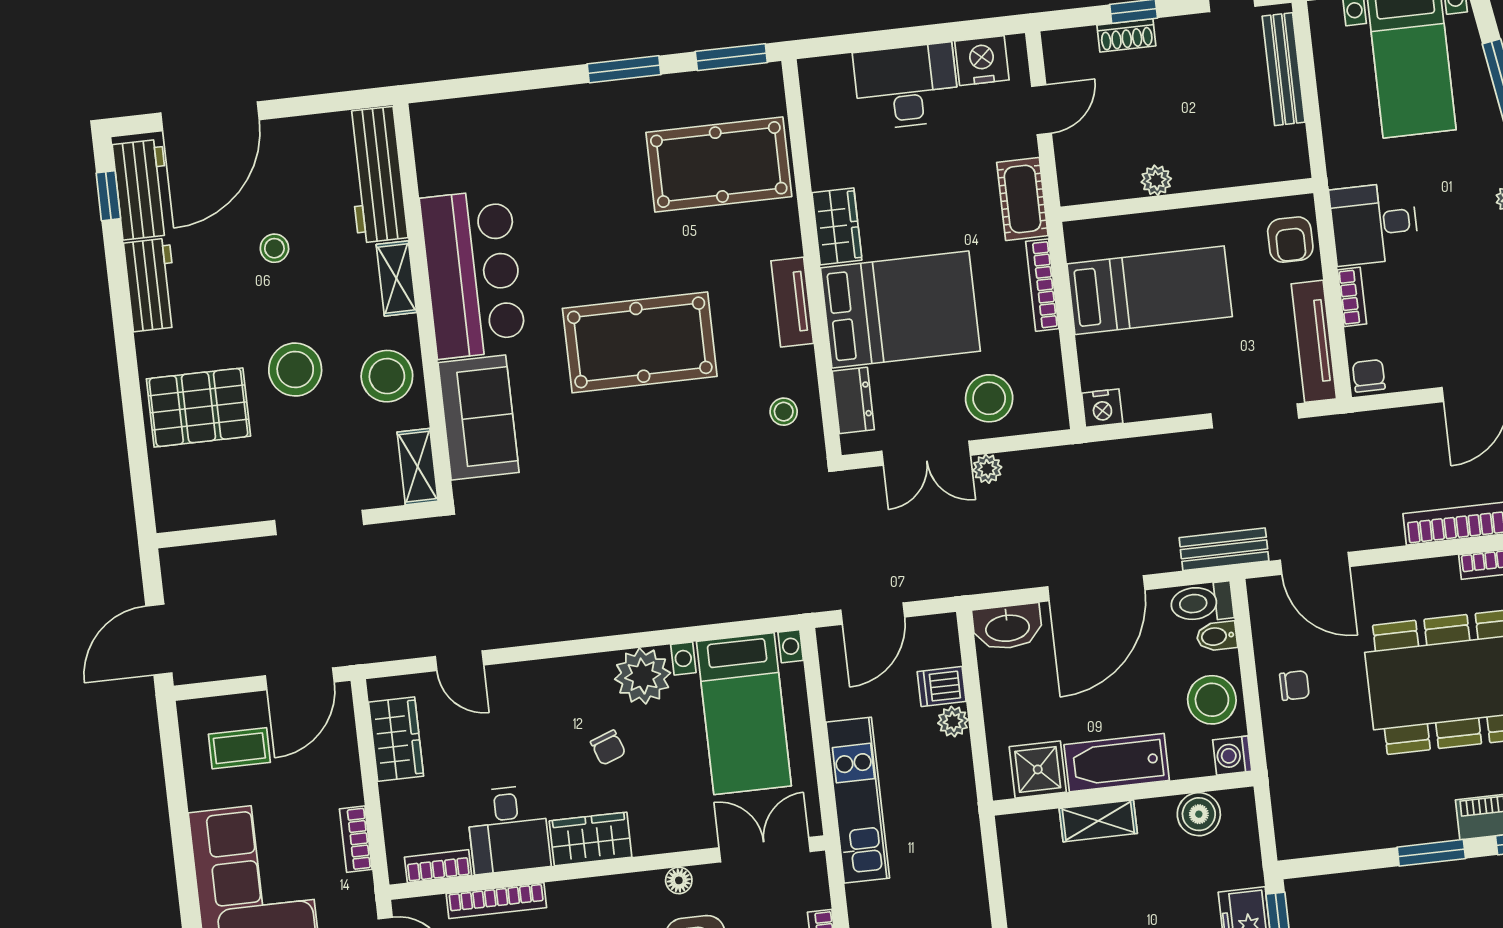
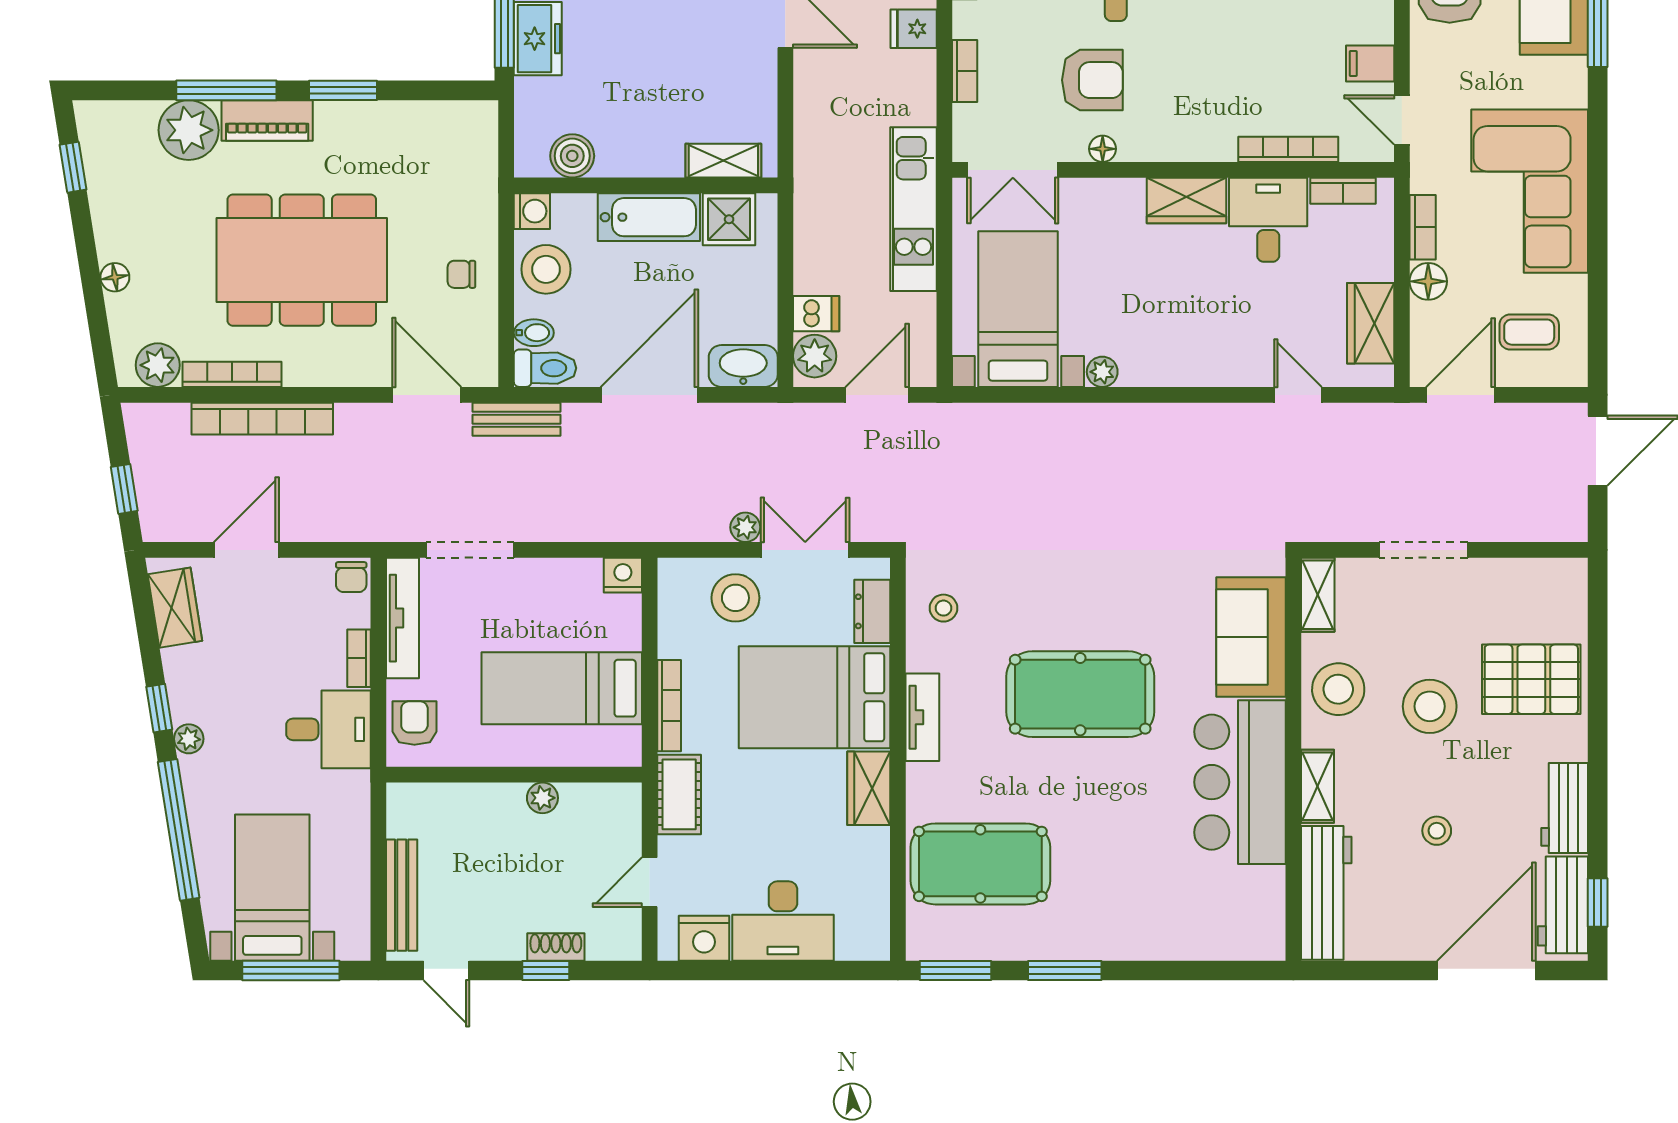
plant: (643, 676) -> (1102, 372), width x0.53, depth x0.53
plant: (953, 722) -> (815, 356), moved, width x1.38, depth x1.38
chair: (608, 748) -> (1158, 290), removed
floor lamp: (344, 787) -> (1428, 281), added
shelving: (1098, 821) -> (723, 161), moved

